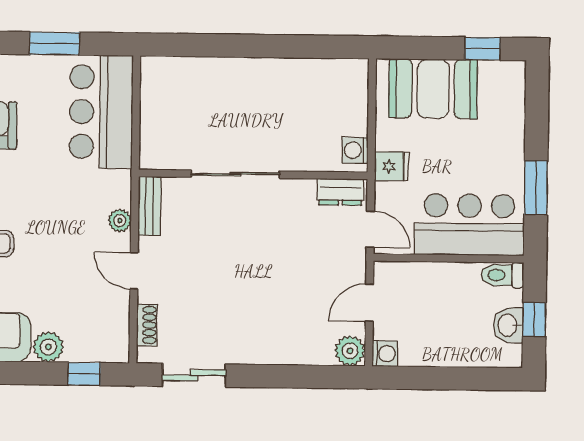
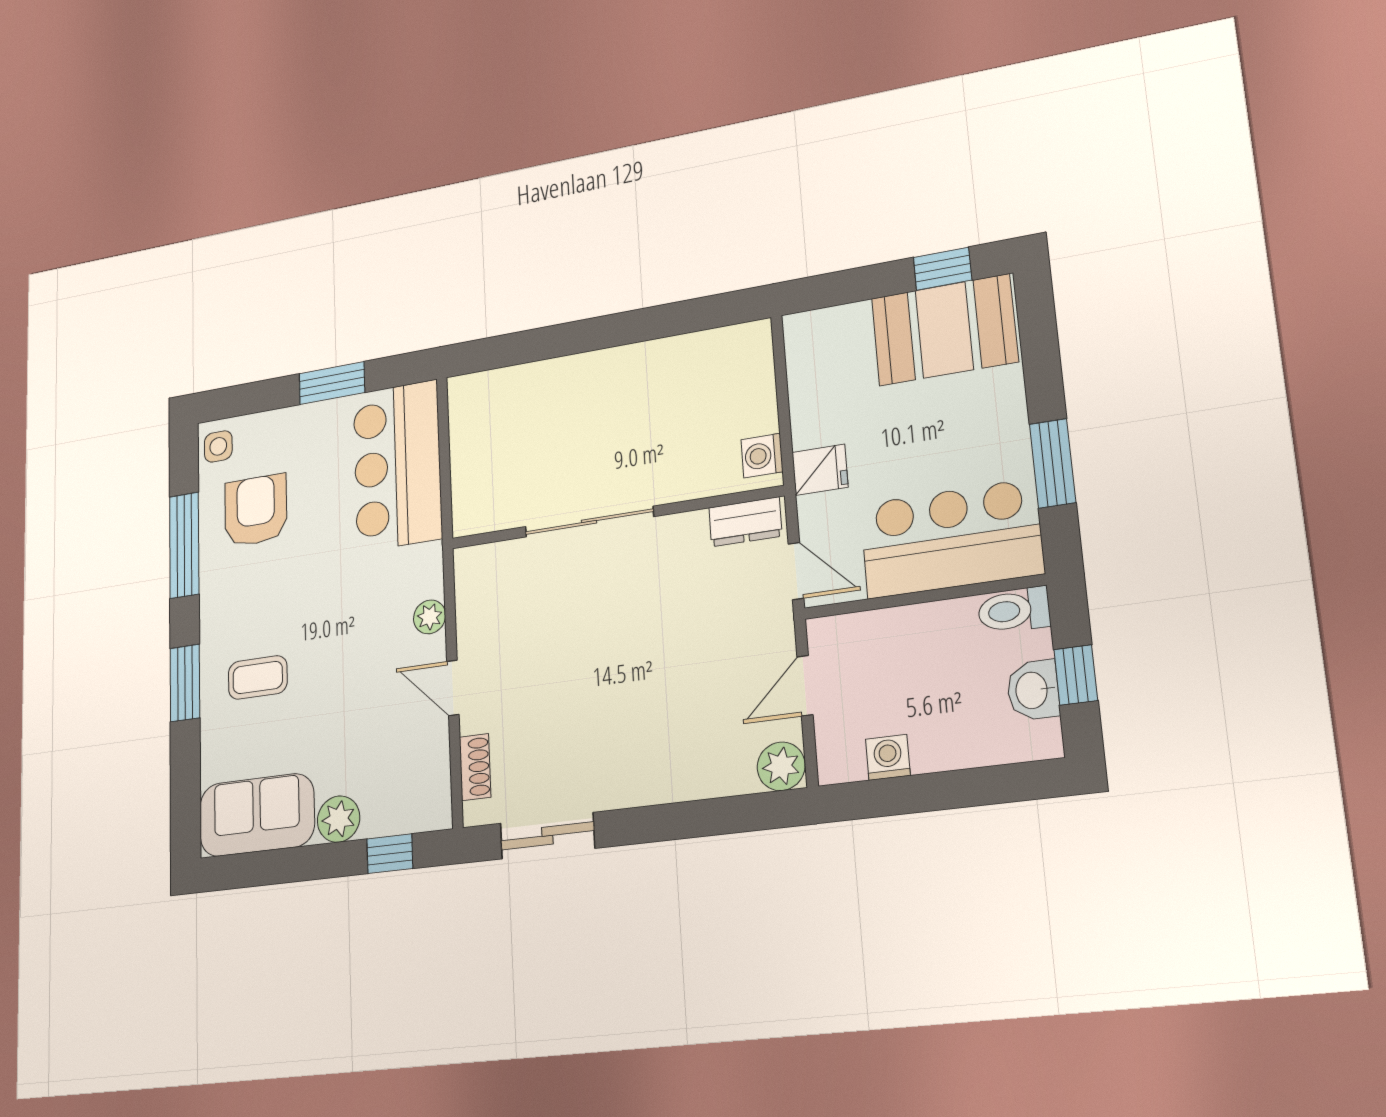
booth: (433, 89) -> (944, 330), moved
bench: (149, 206) -> (470, 589), removed
washing machine: (385, 354) -> (888, 757), moved, turned -90

